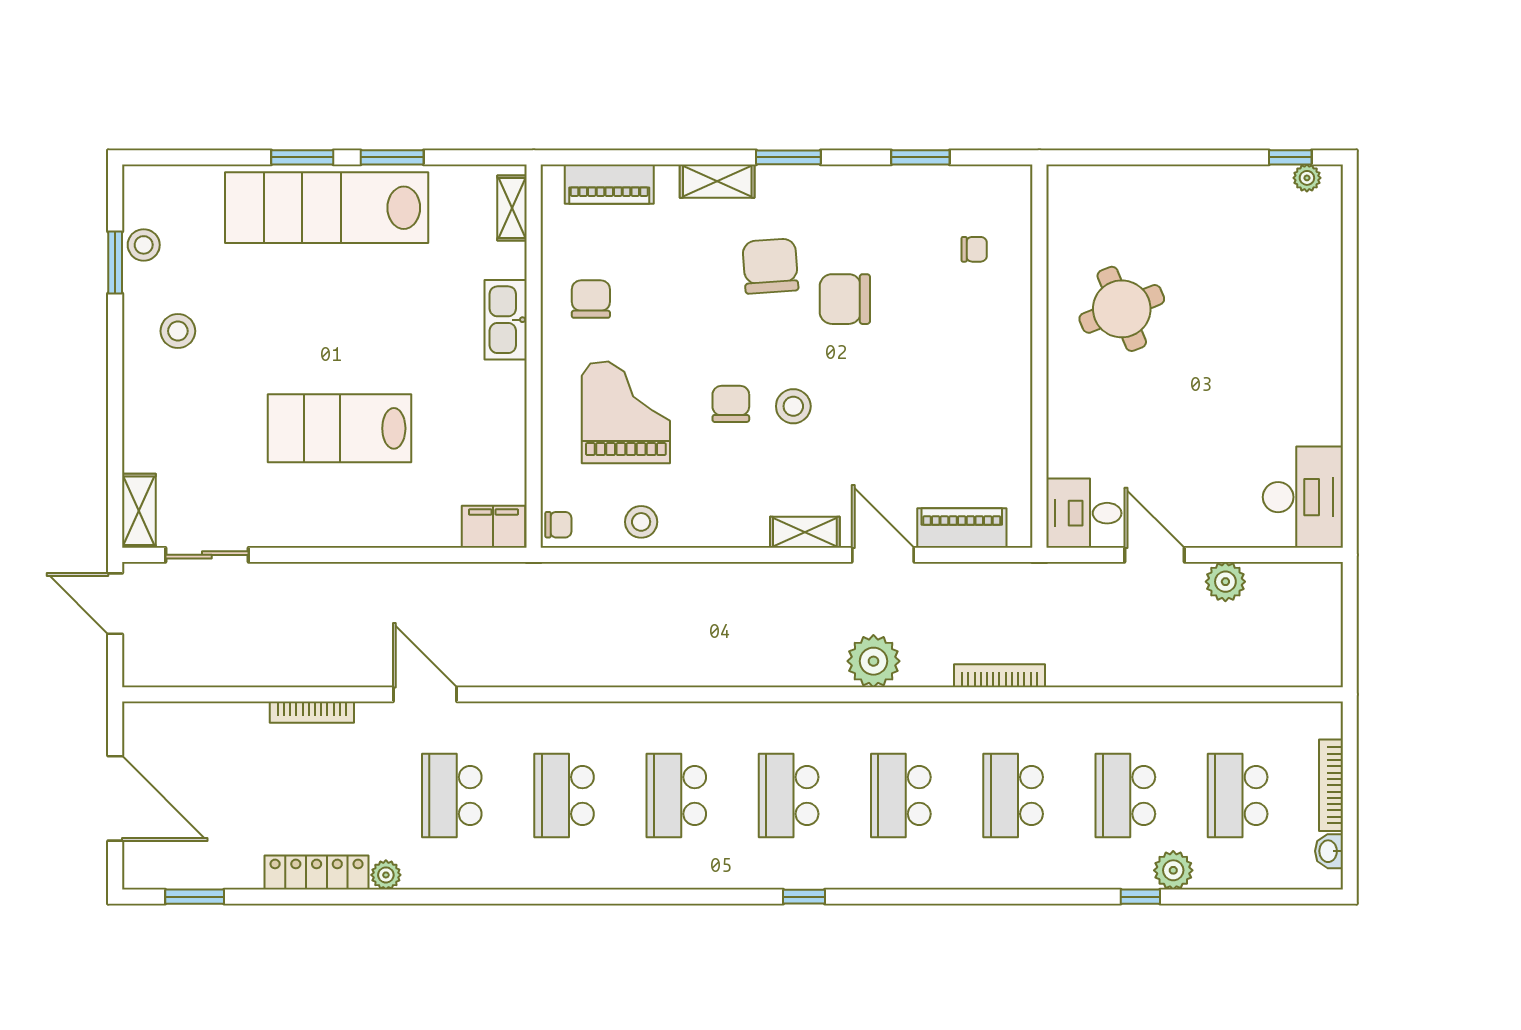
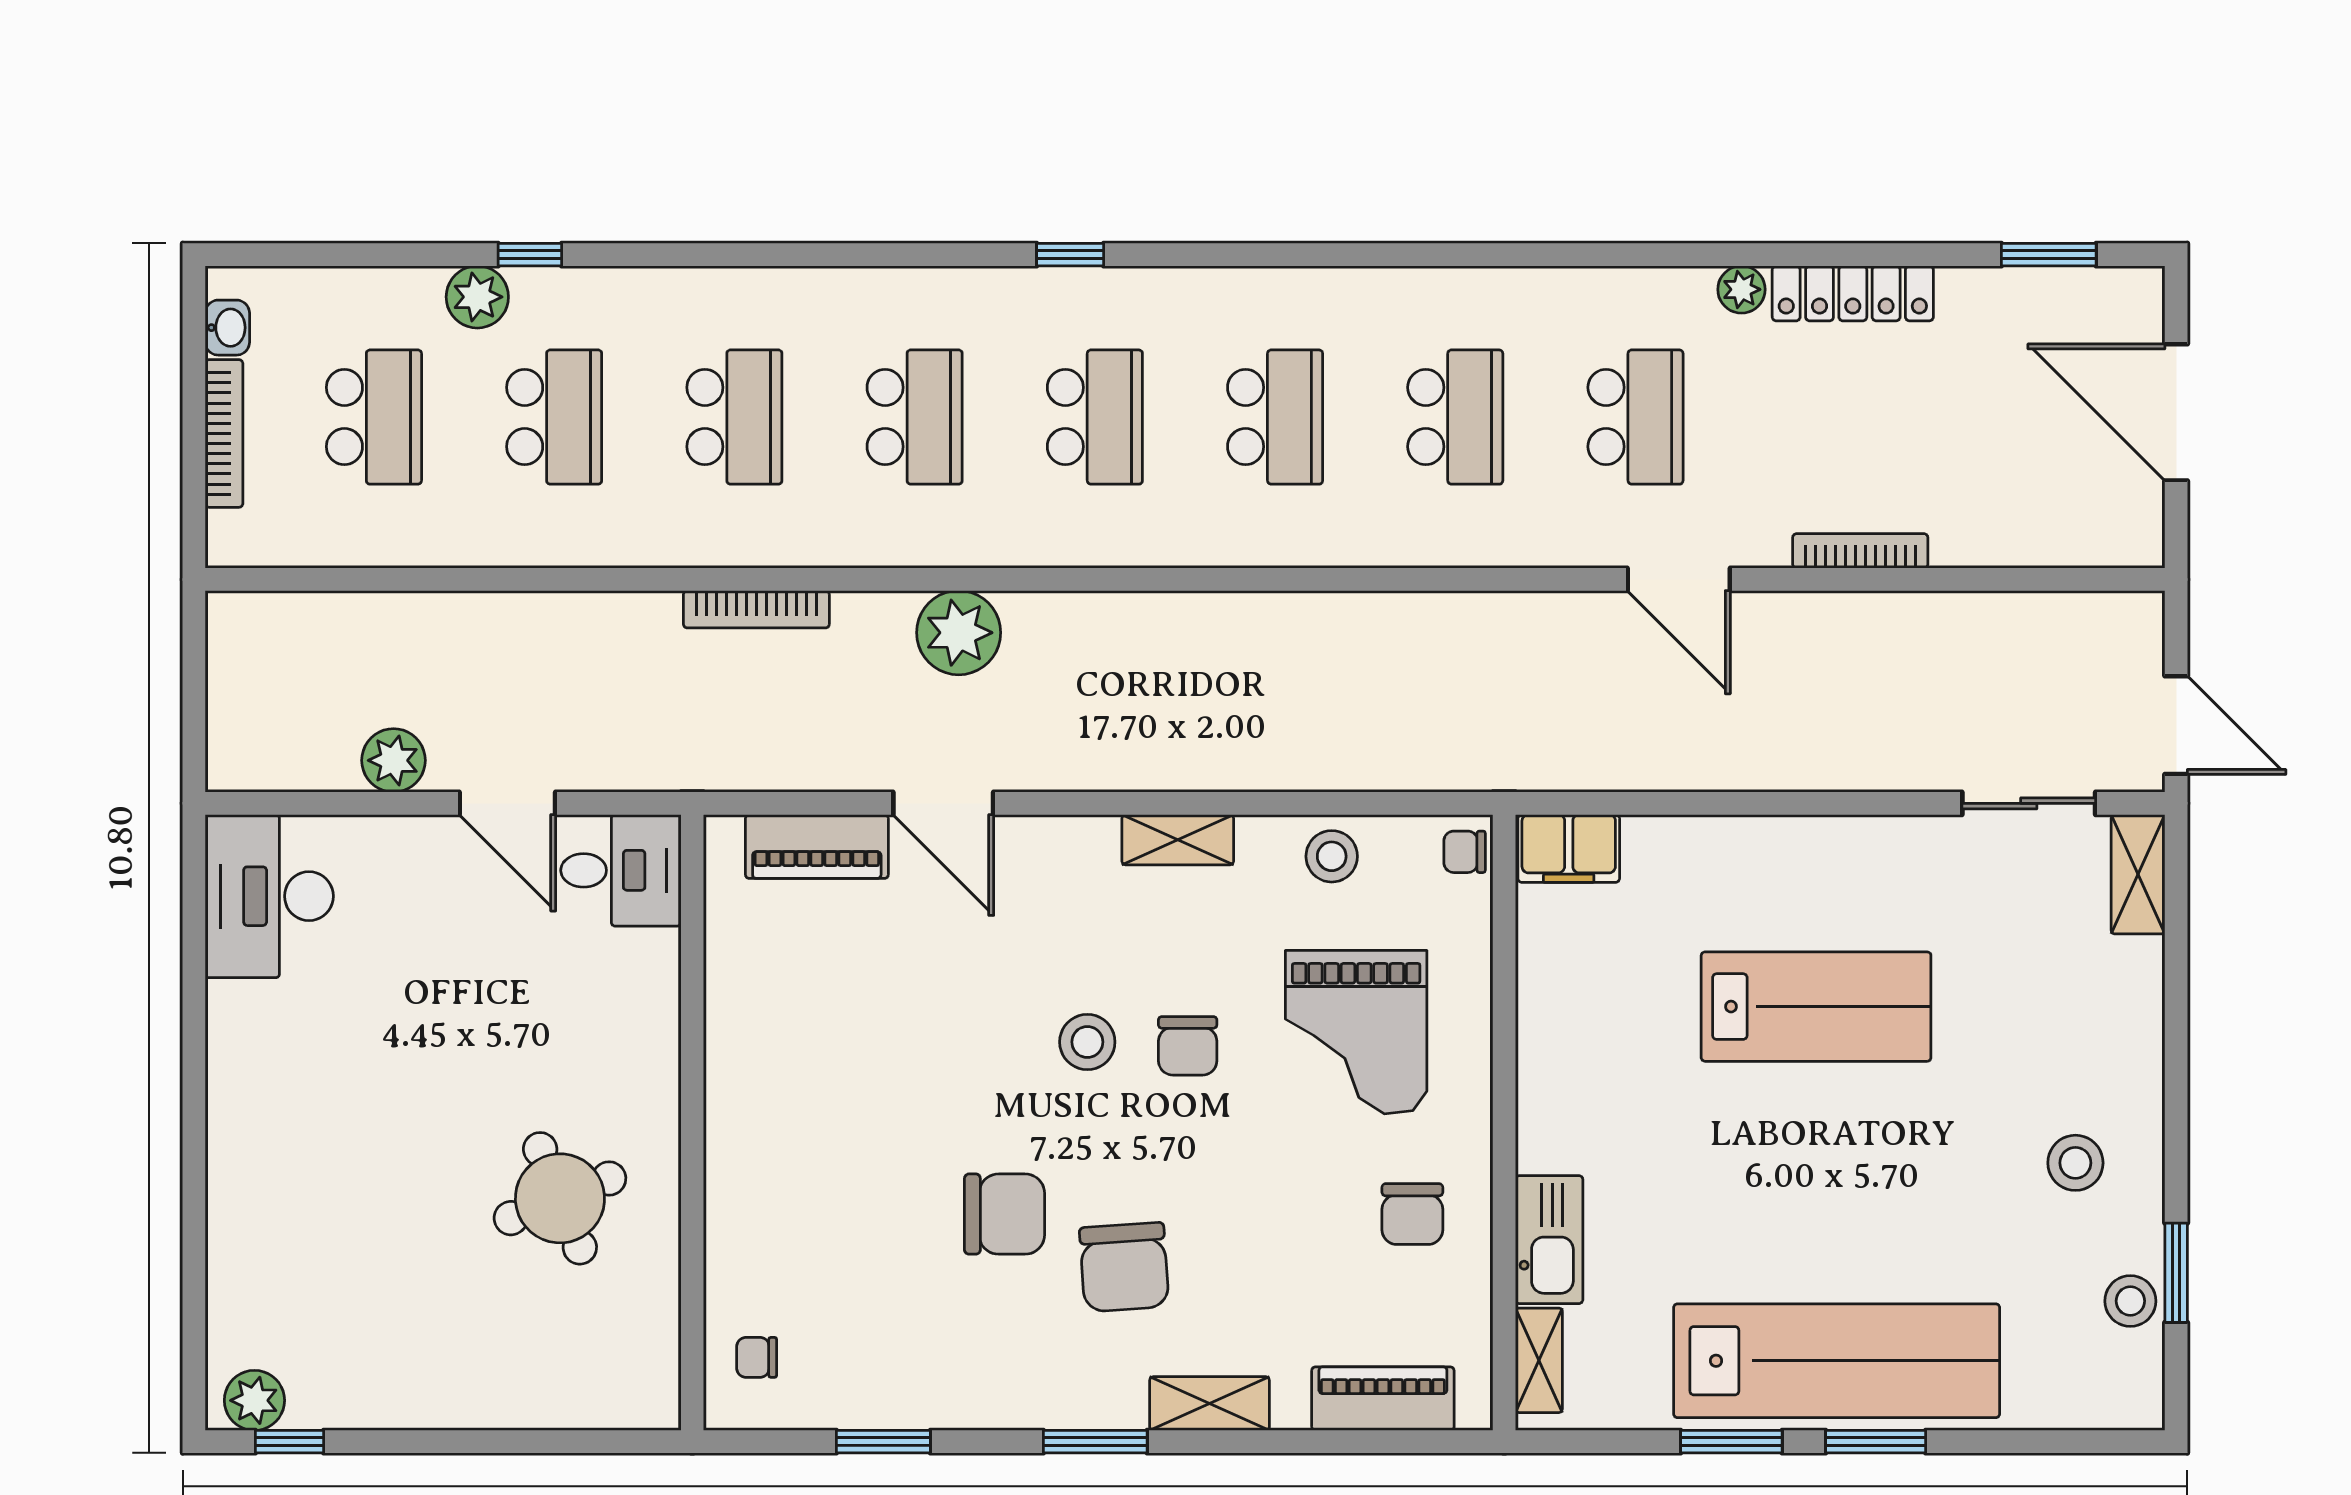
plant: (1307, 178) -> (254, 1400), width x1.38, depth x1.38
chair: (974, 249) -> (757, 1357), moved
kitchen sink: (506, 320) -> (1549, 1240), moved
shelving: (805, 532) -> (1178, 840), moved

